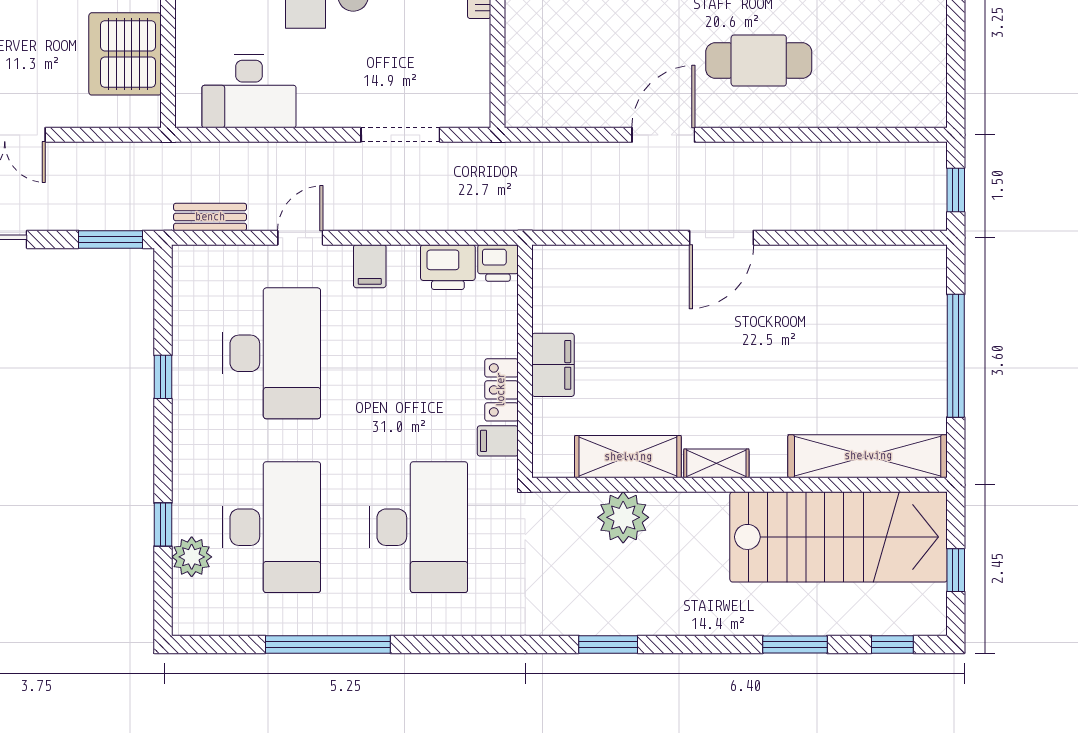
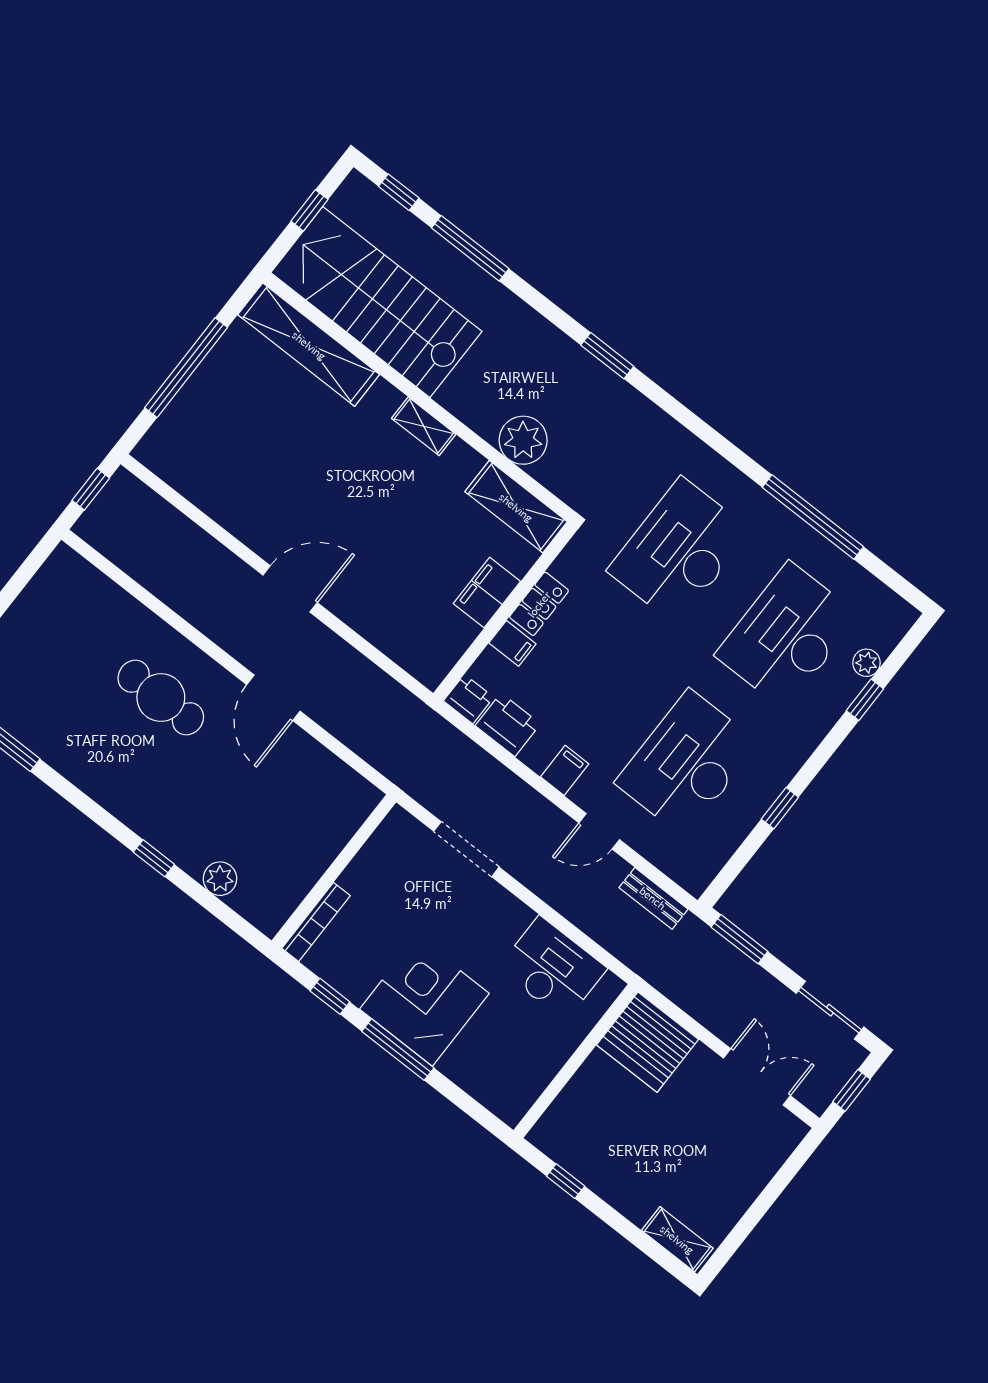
server rack: (125, 54) -> (648, 1042), moved, turned 90
door: (663, 135) -> (273, 698), hinge flipped
filing cabinet: (498, 441) -> (512, 643), moved
shelving: (628, 457) -> (516, 507), moved
plant: (192, 557) -> (866, 663), width x0.73, depth x0.73
window: (795, 644) -> (470, 248), width x1.44

